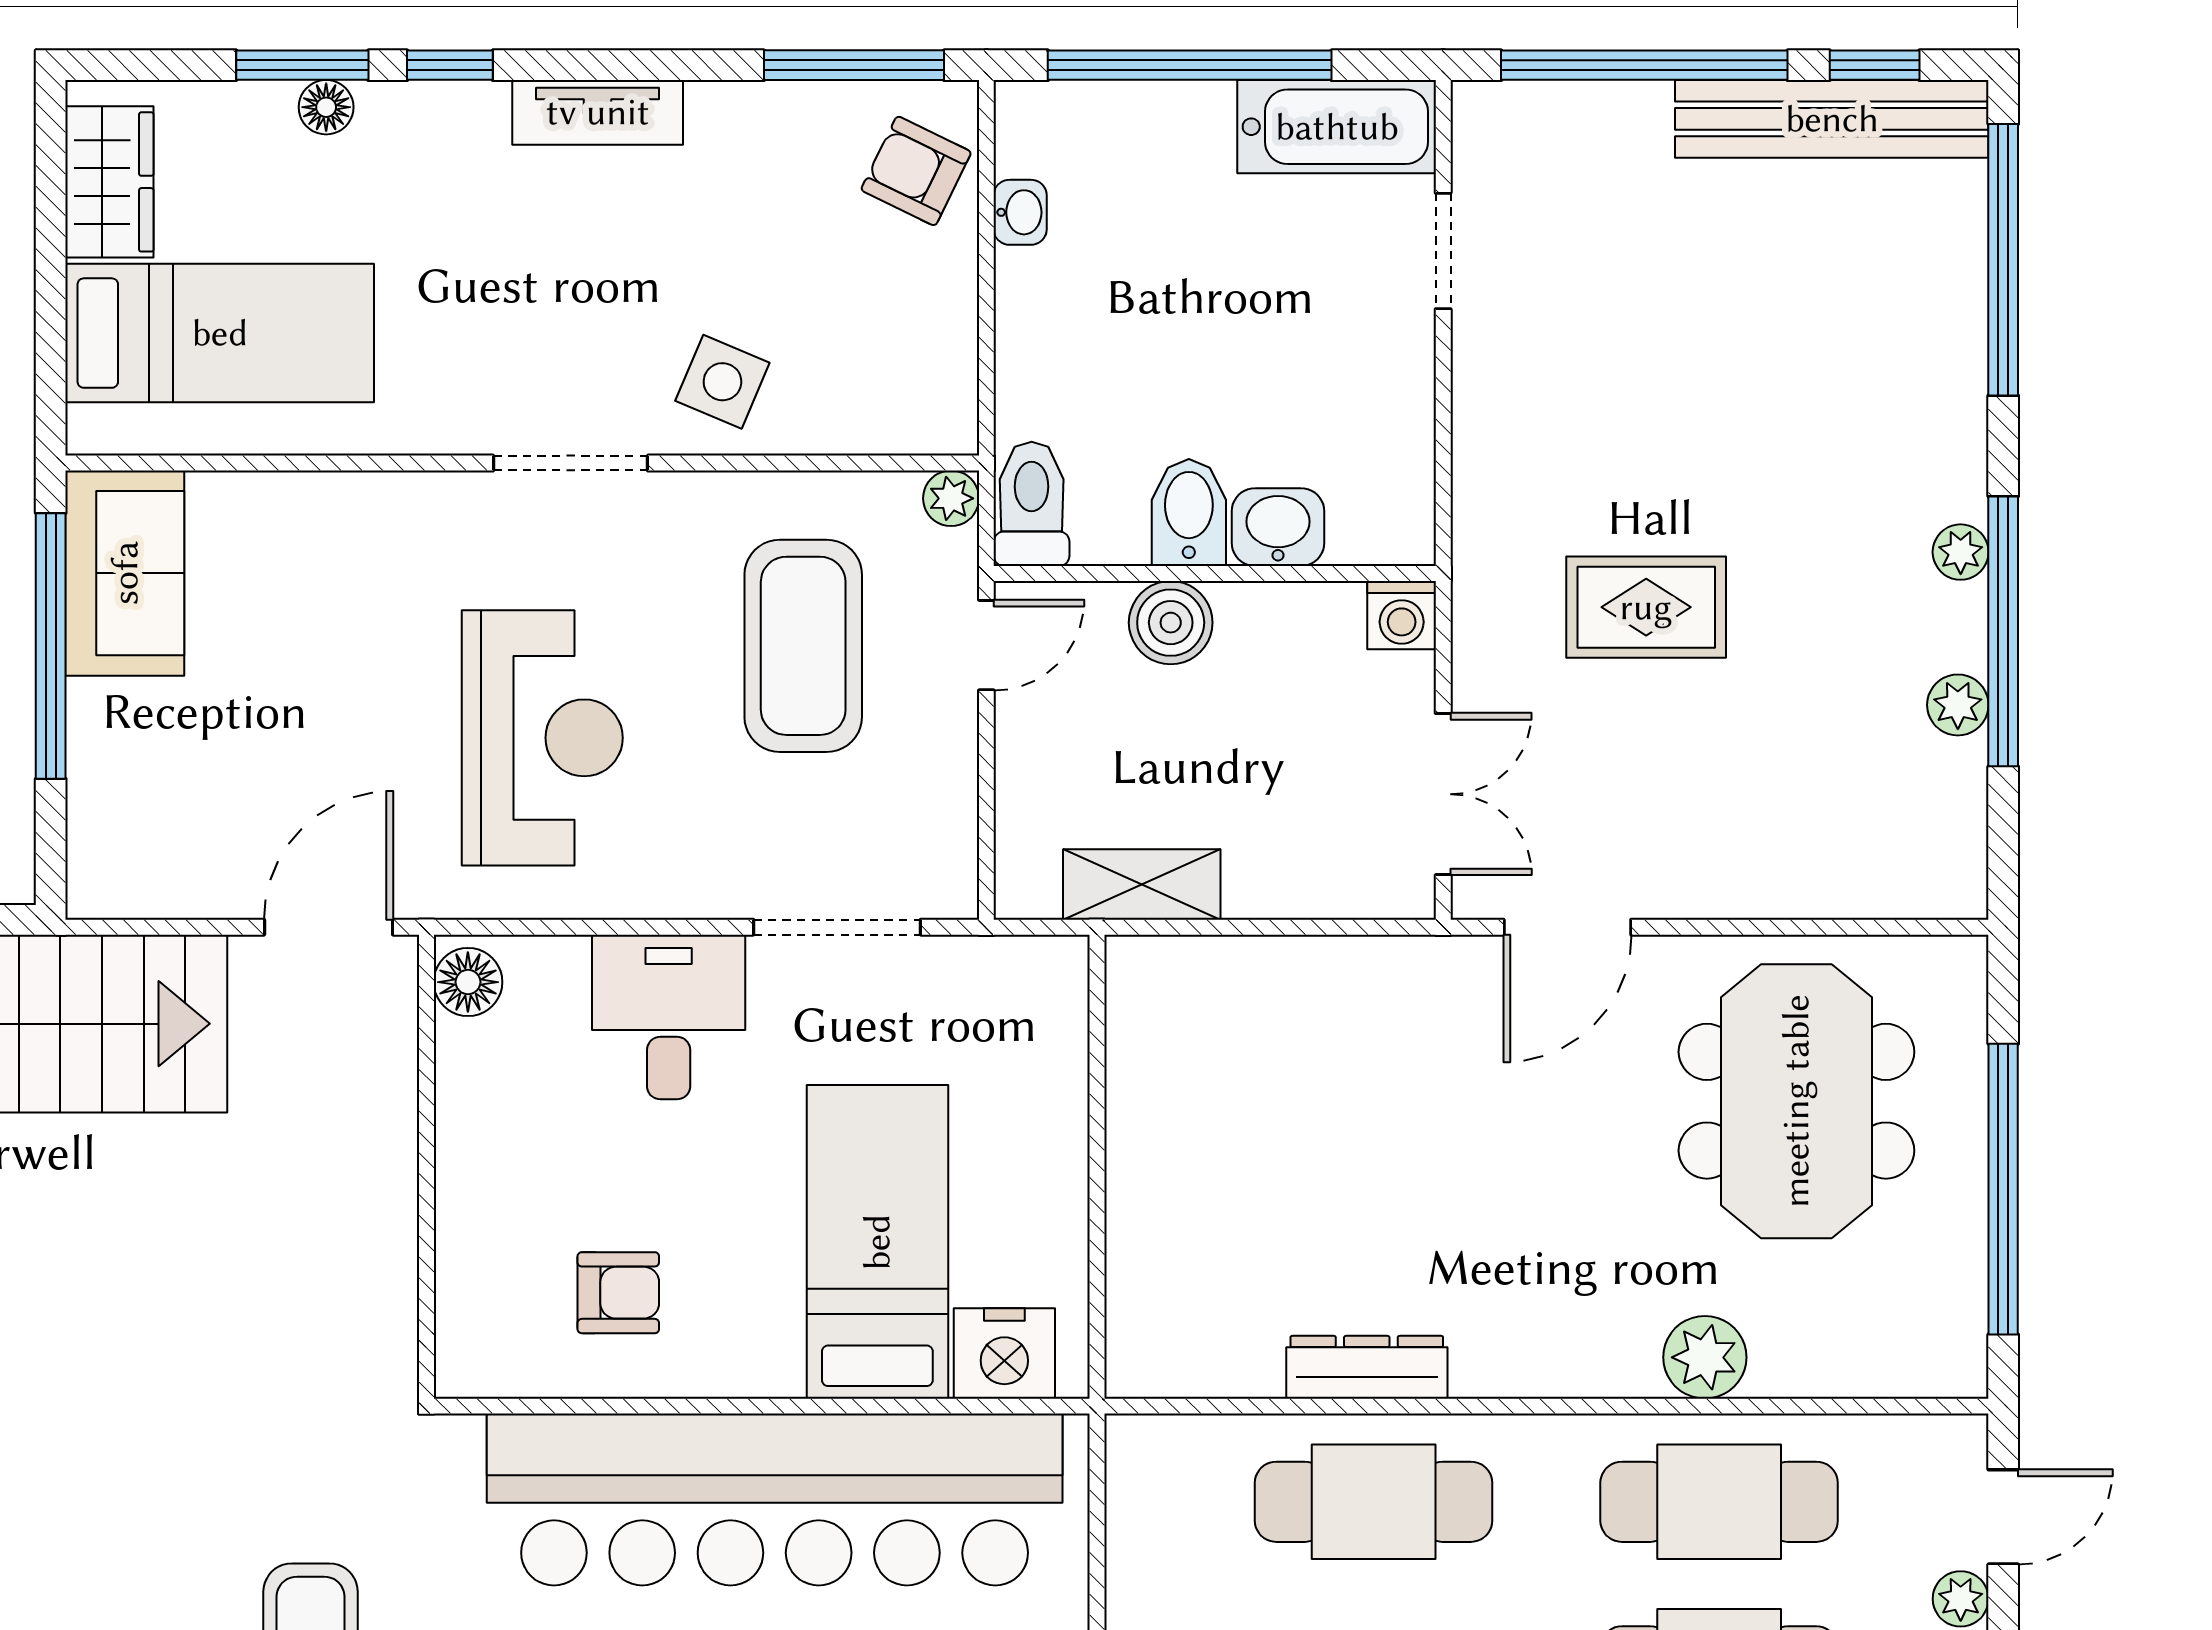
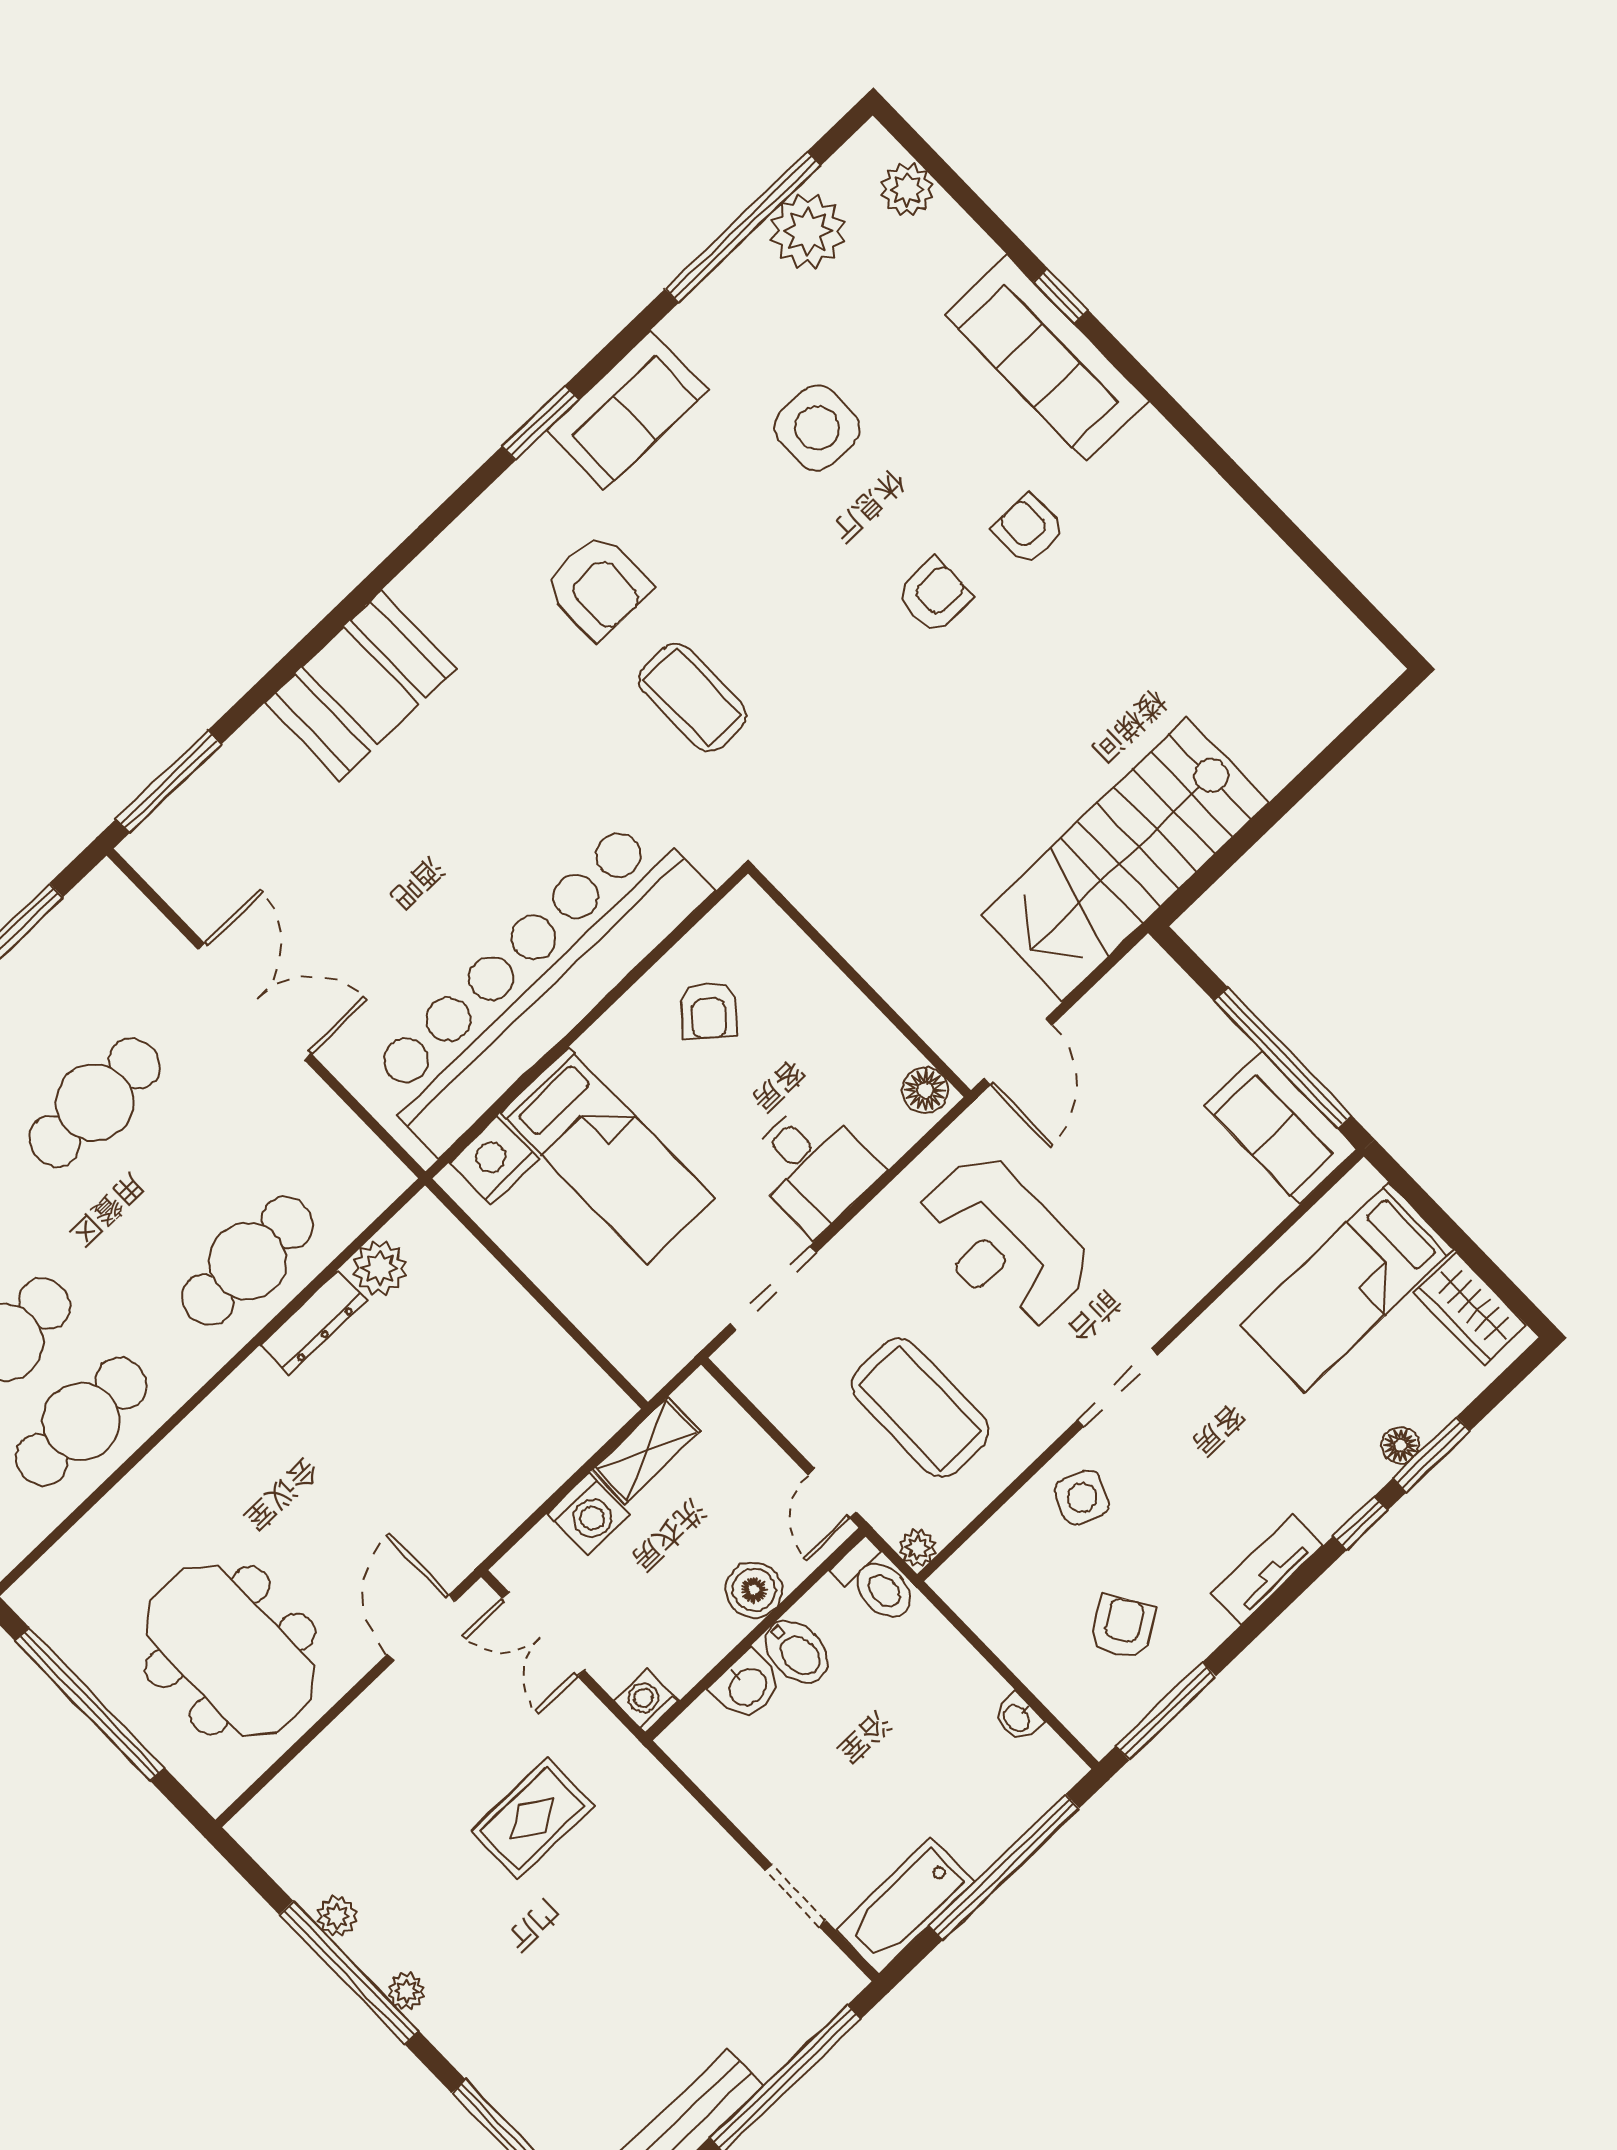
armchair: (916, 171) -> (1123, 1628), moved, turned -58
washing machine: (1270, 876) -> (588, 1514), added
armchair: (618, 1293) -> (708, 1010), turned -49
plant: (1705, 1357) -> (380, 1268), moved

